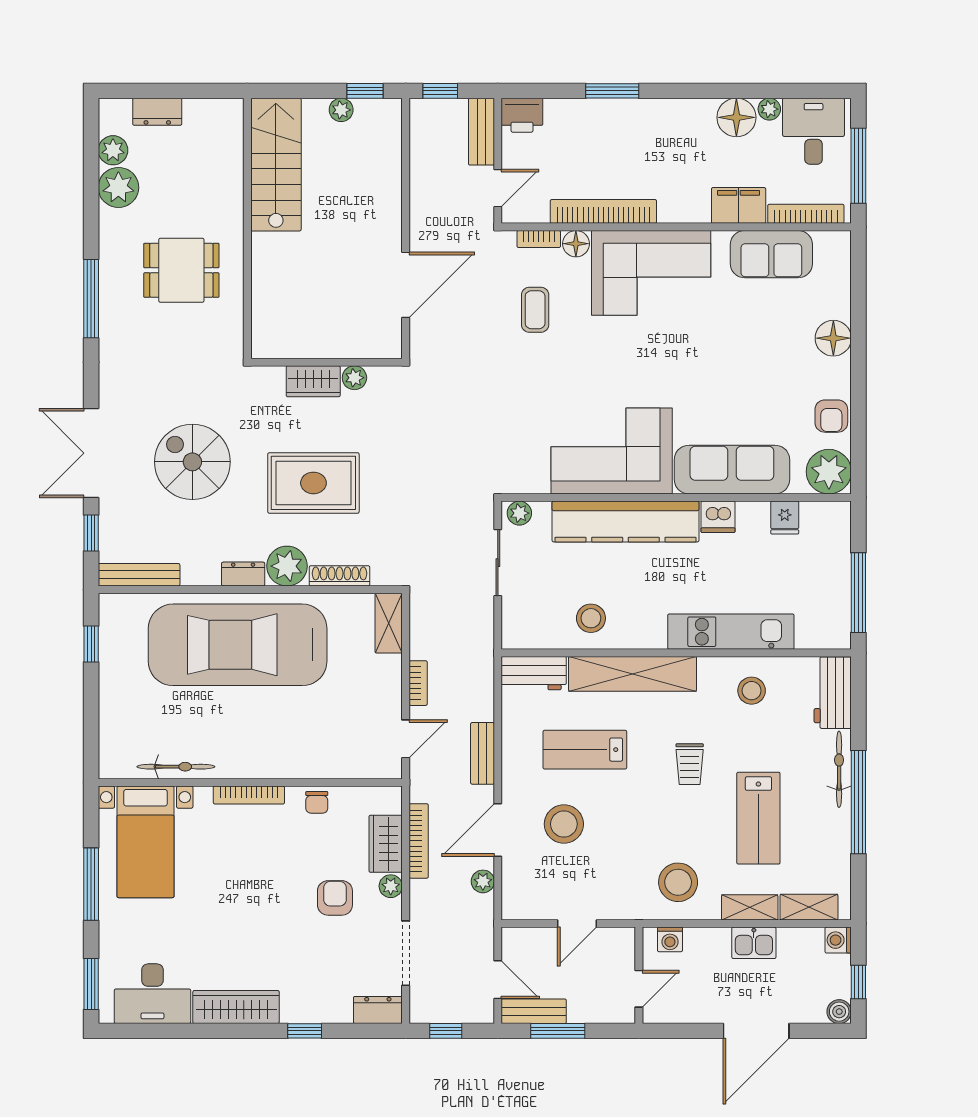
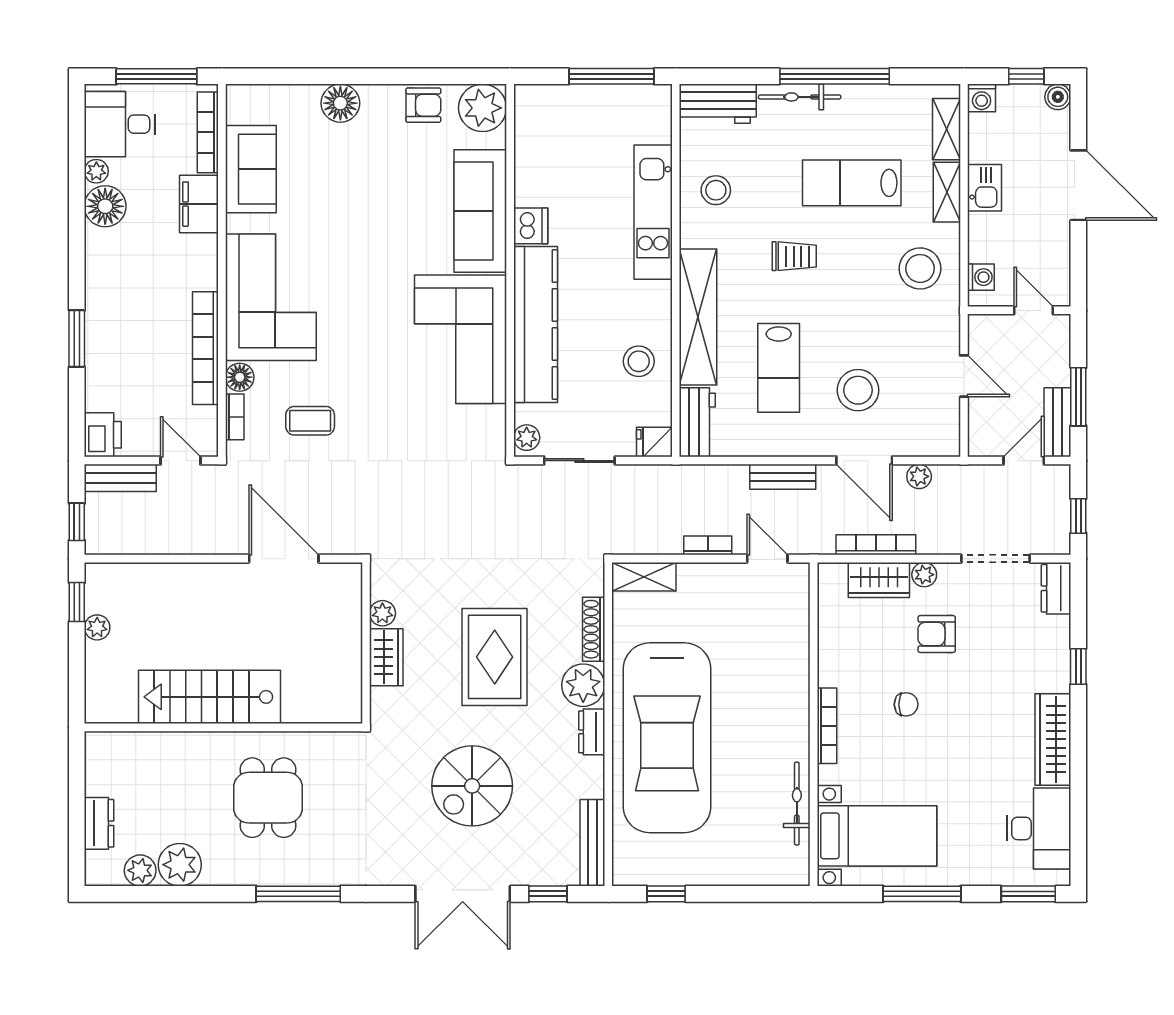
stairs: (276, 165) -> (209, 697), moved
fridge: (785, 518) -> (654, 442), moved, turned 180
chair: (317, 802) -> (906, 704), moved
lab bench: (758, 818) -> (852, 183), turned 180

